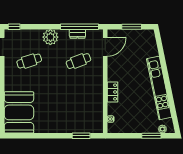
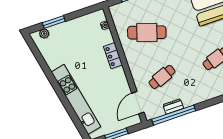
plant: (50, 37) -> (202, 93), removed
kitchen unit: (159, 88) -> (76, 99), moved
cafe table: (78, 102) -> (147, 32), added

